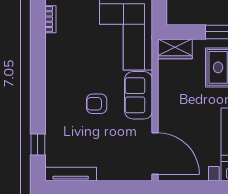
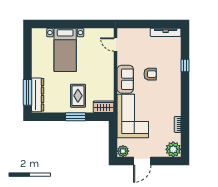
window: (38, 144) -> (185, 66), moved
door: (155, 153) -> (116, 45), width x0.53

